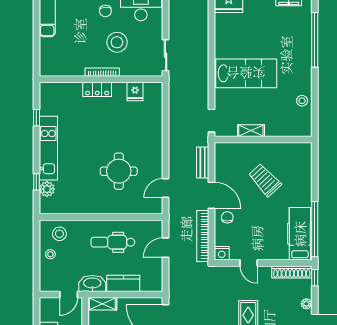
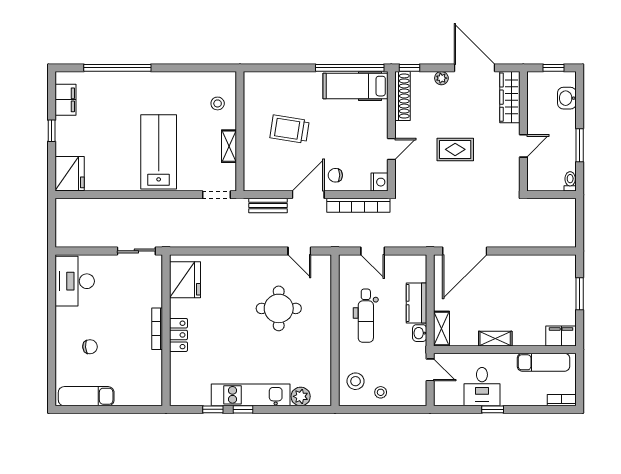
chair: (105, 11) -> (90, 347), moved
stool: (117, 42) -> (121, 311), removed
fridge: (135, 92) -> (185, 280), width x1.88, depth x1.34
stool: (302, 101) -> (218, 103), moved
trolley: (265, 180) -> (290, 129), turned 52
window: (36, 182) -> (243, 409), moved
washbasin: (92, 283) -> (420, 333), width x0.52, depth x0.69

